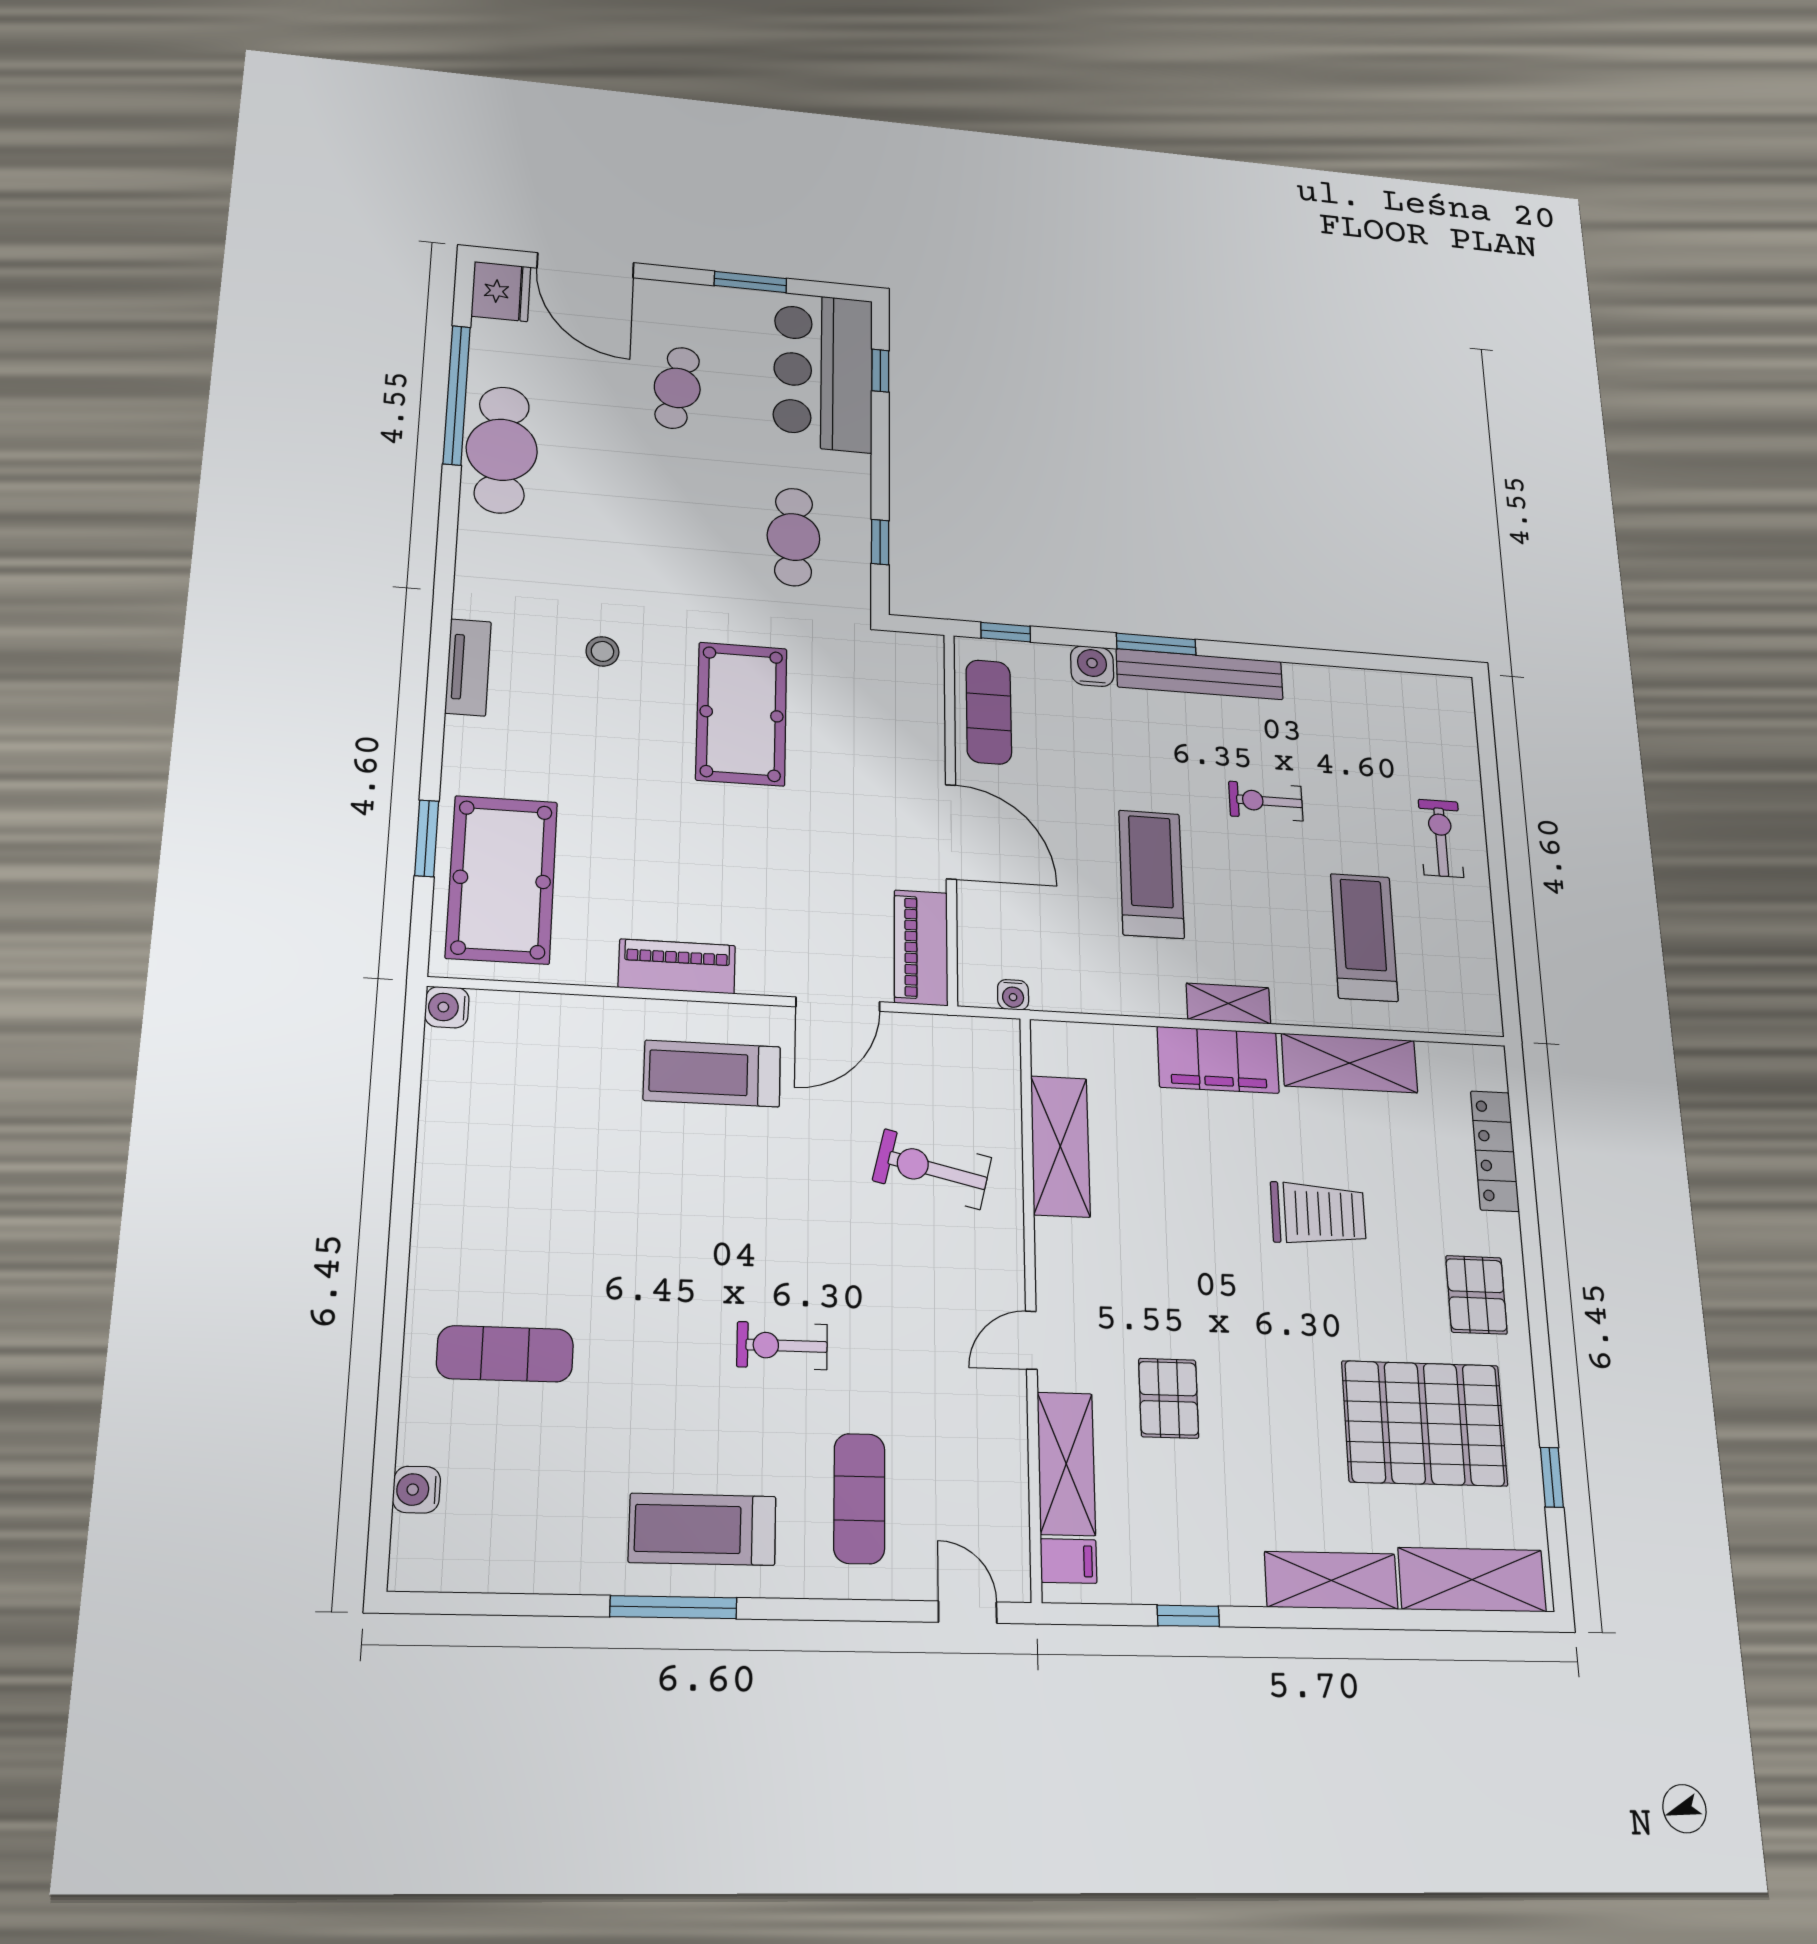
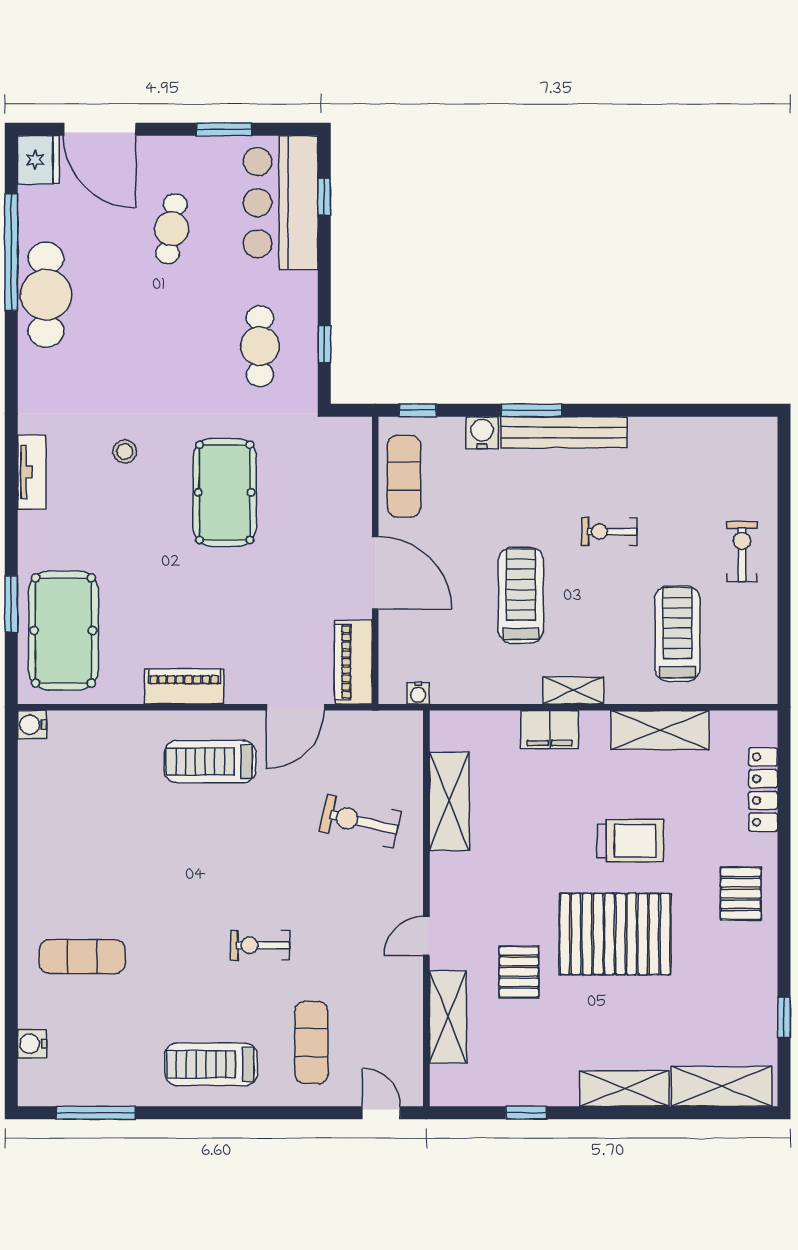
filing cabinet: (1218, 1060) -> (550, 730), width x0.67, depth x0.86
pallet: (1424, 1423) -> (615, 934), moved
filing cabinet: (1069, 1561) -> (448, 1079), removed
window: (673, 1607) -> (96, 1113), moved

